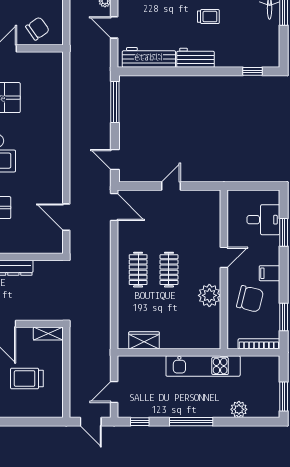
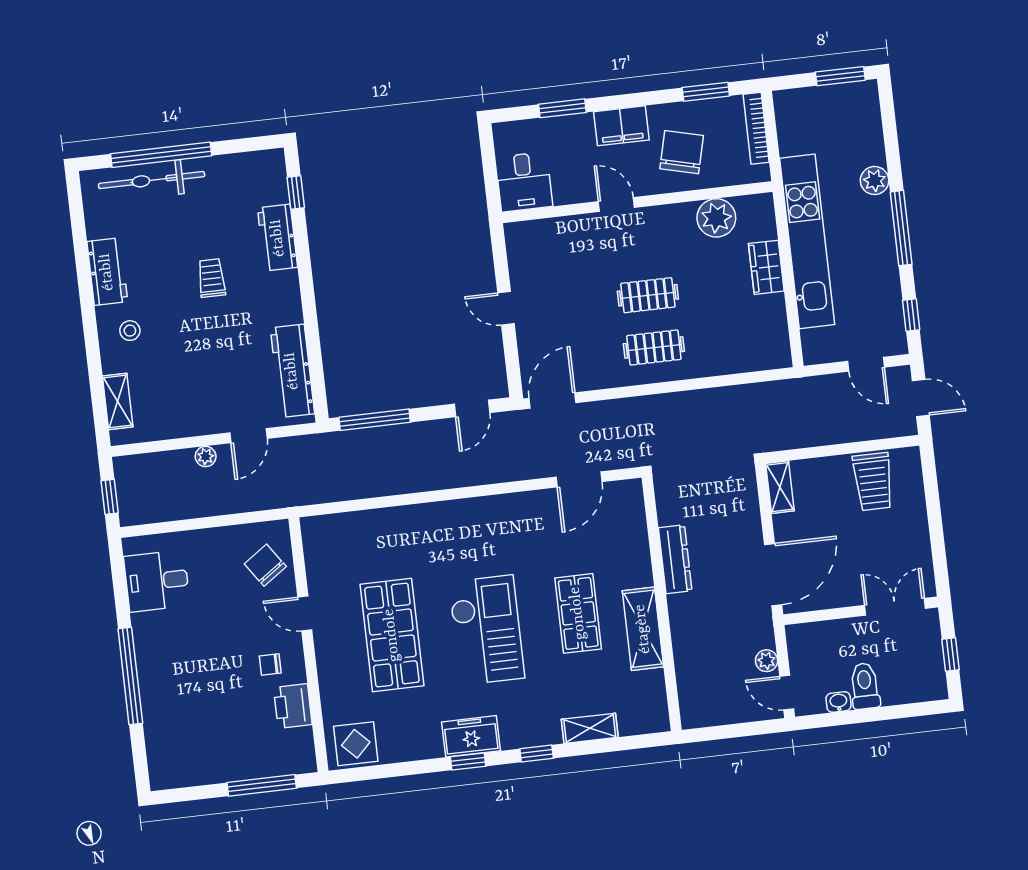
workbench: (195, 58) -> (278, 238), moved
desk: (263, 220) -> (524, 182), moved, turned 180
filing cabinet: (269, 273) -> (621, 126), width x2.00
plant: (209, 295) -> (716, 218), moved
wardrobe: (144, 340) -> (766, 267), moved
kitchen unit: (203, 366) -> (807, 241), width x1.36
trolley: (27, 379) -> (873, 482), moved
plant: (239, 409) -> (875, 180), moved
door: (91, 422) -> (921, 398), hinge flipped

